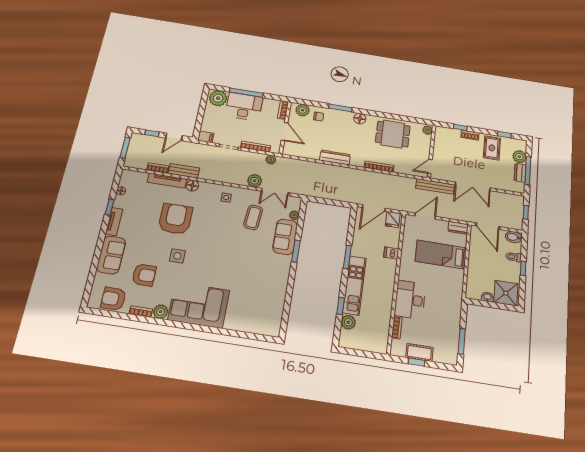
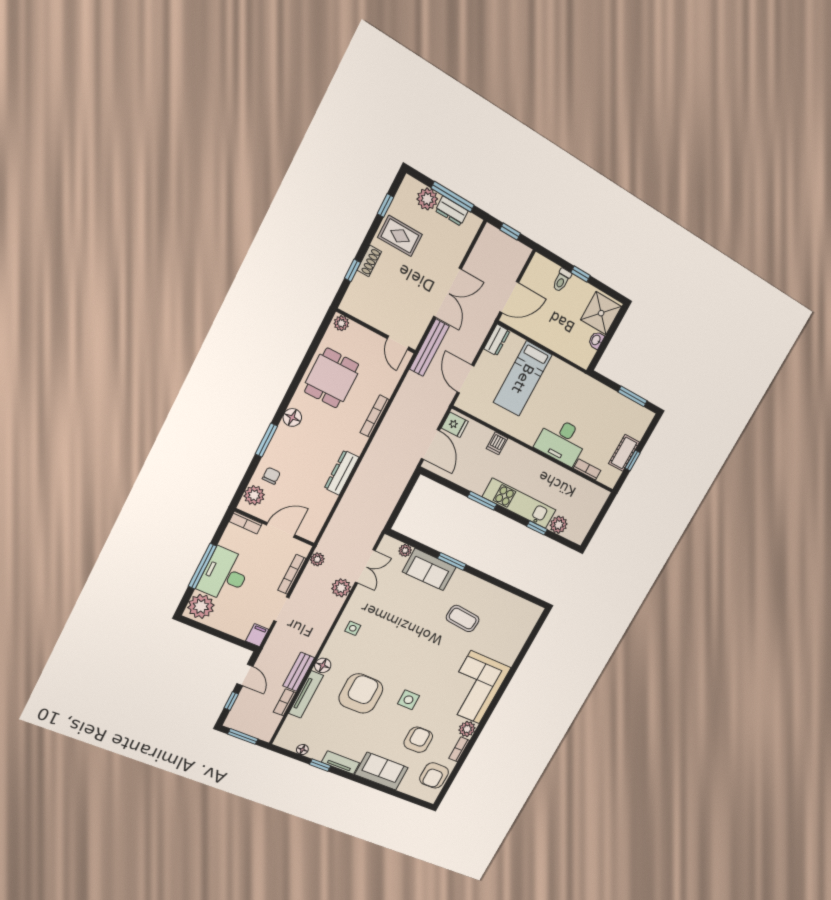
coffee table: (253, 217) -> (463, 619), moved
armchair: (175, 219) -> (361, 694), turned 90
bidet: (514, 237) -> (537, 267), removed

